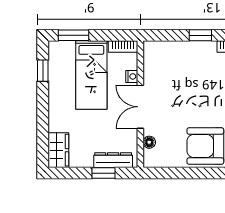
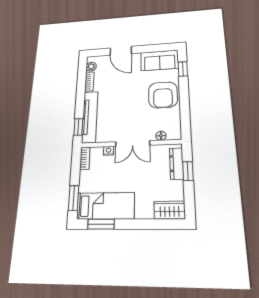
window: (200, 35) -> (78, 127), moved
tv unit: (179, 50) -> (90, 117), added
window: (43, 71) -> (101, 224), width x1.50
bed: (91, 75) -> (105, 206), moved

